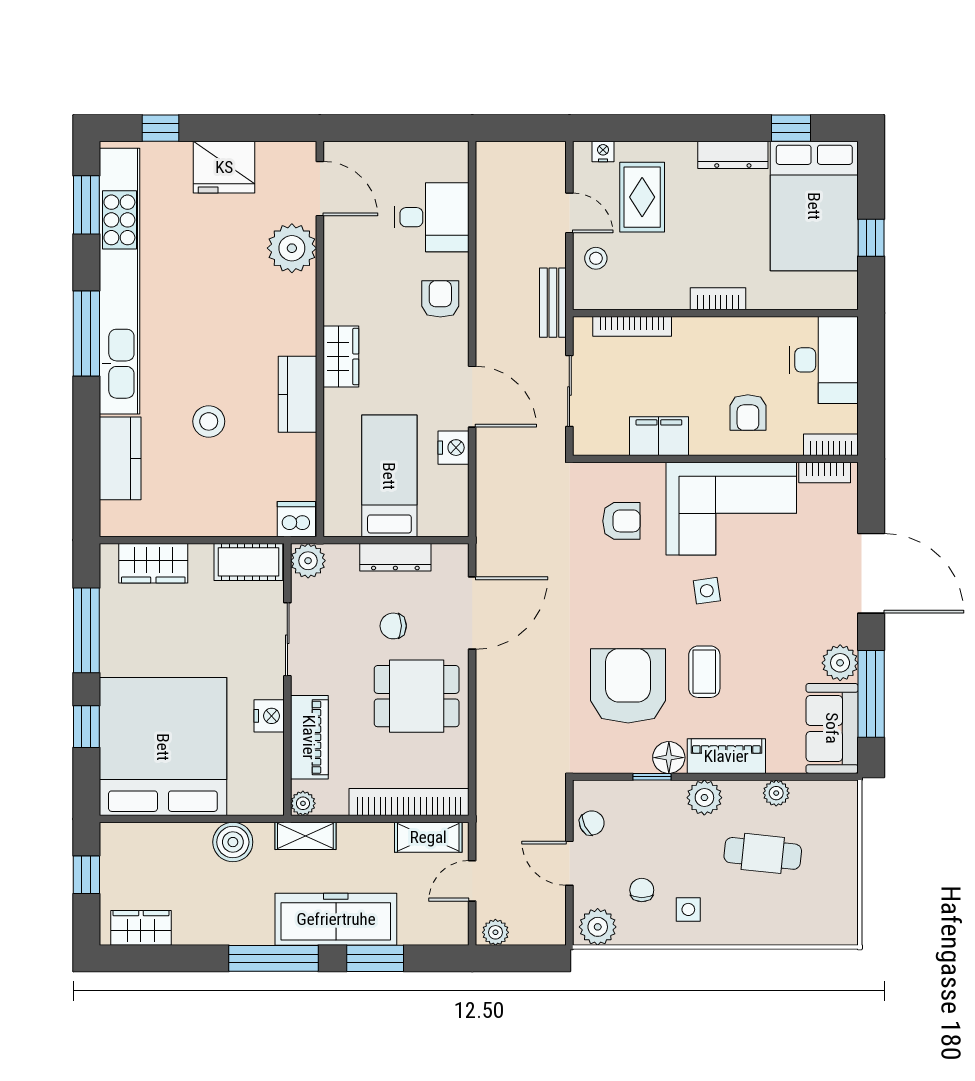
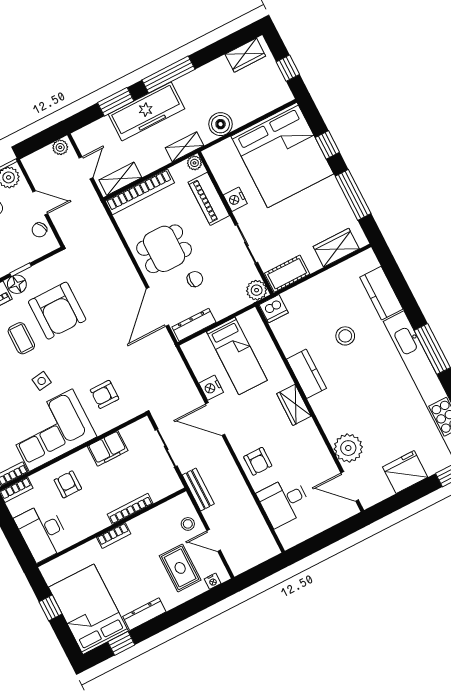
bookcase: (632, 326) -> (130, 509), moved
dresser: (395, 557) -> (194, 325), moved

